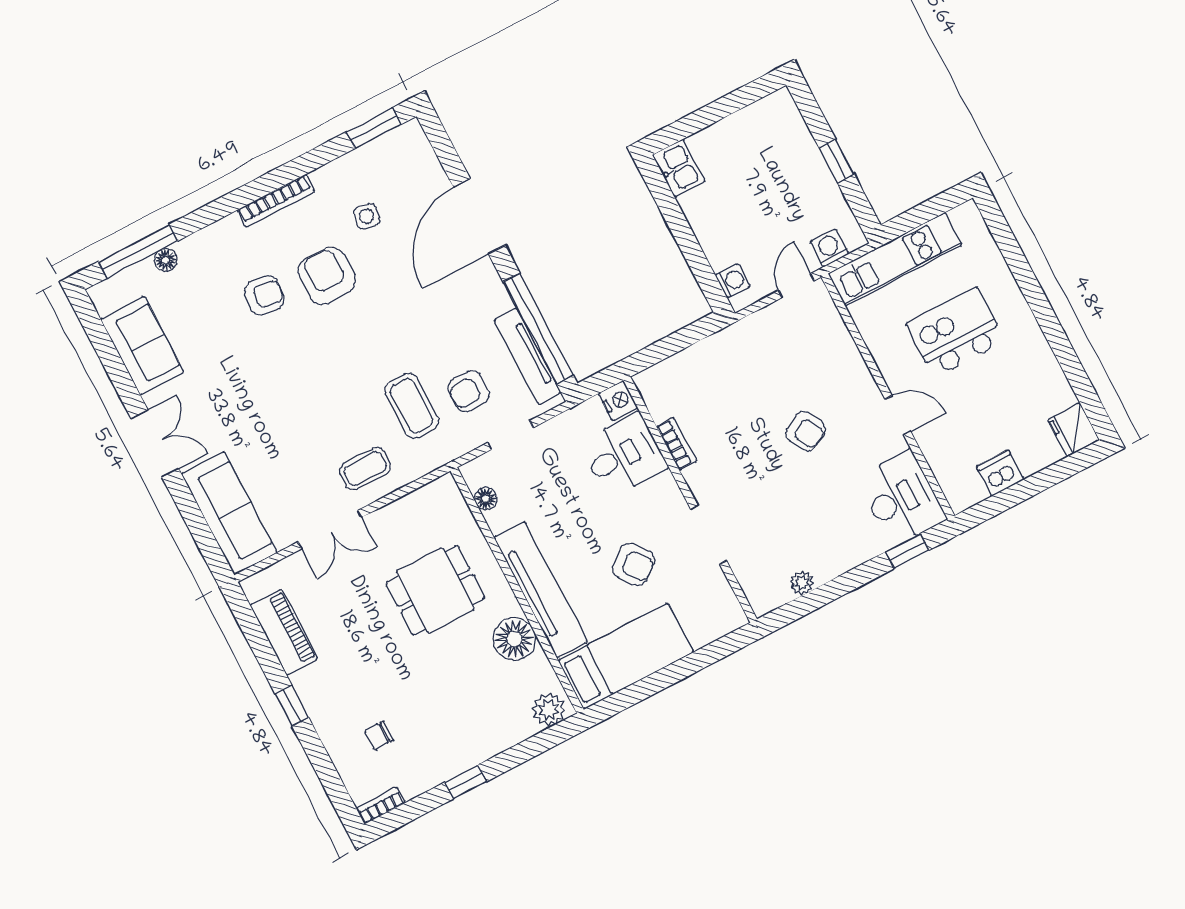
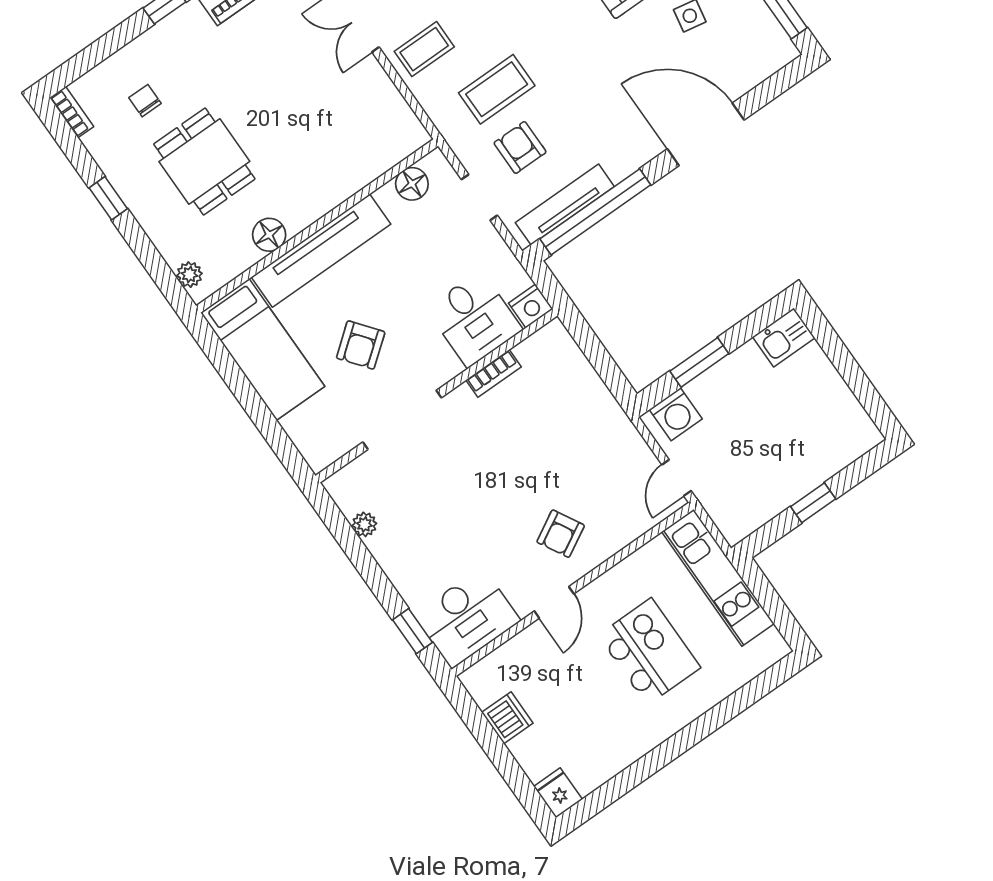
washing machine: (829, 248) -> (721, 507), removed
window: (692, 250) -> (699, 362), added
washing machine: (733, 281) -> (676, 414), width x1.38, depth x1.38
door: (796, 286) -> (676, 478), swing flipped
fridge: (1074, 430) -> (558, 793), width x0.72
armchair: (805, 431) -> (561, 534), moved
coffee table: (365, 469) -> (424, 49), turned 90
floor lamp: (486, 498) -> (412, 184), width x1.37, depth x1.37
doorway: (709, 535) -> (402, 420), width x1.36
dining table: (435, 590) -> (204, 161), moved
floor lamp: (514, 639) -> (269, 235), width x0.73, depth x0.73
plant: (549, 709) -> (189, 275), width x0.73, depth x0.73

